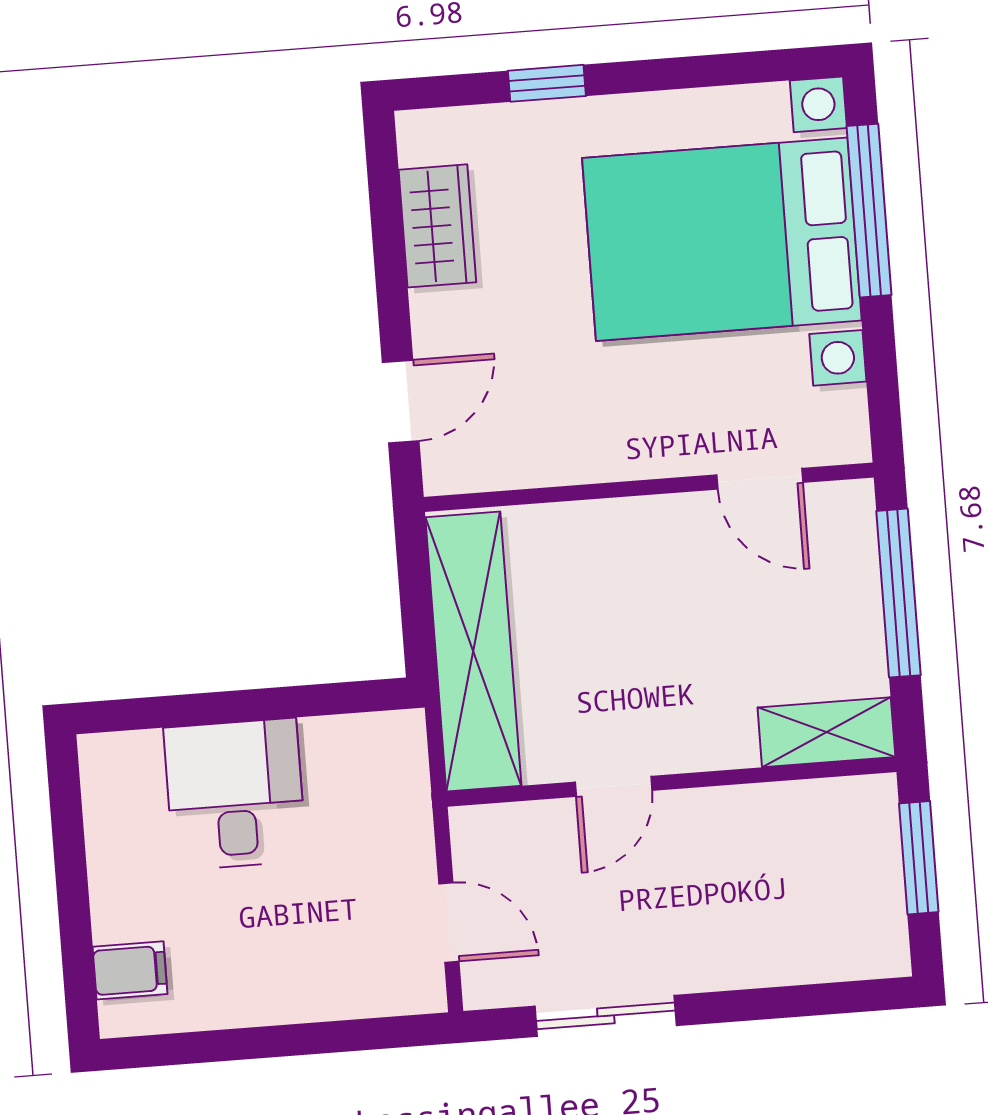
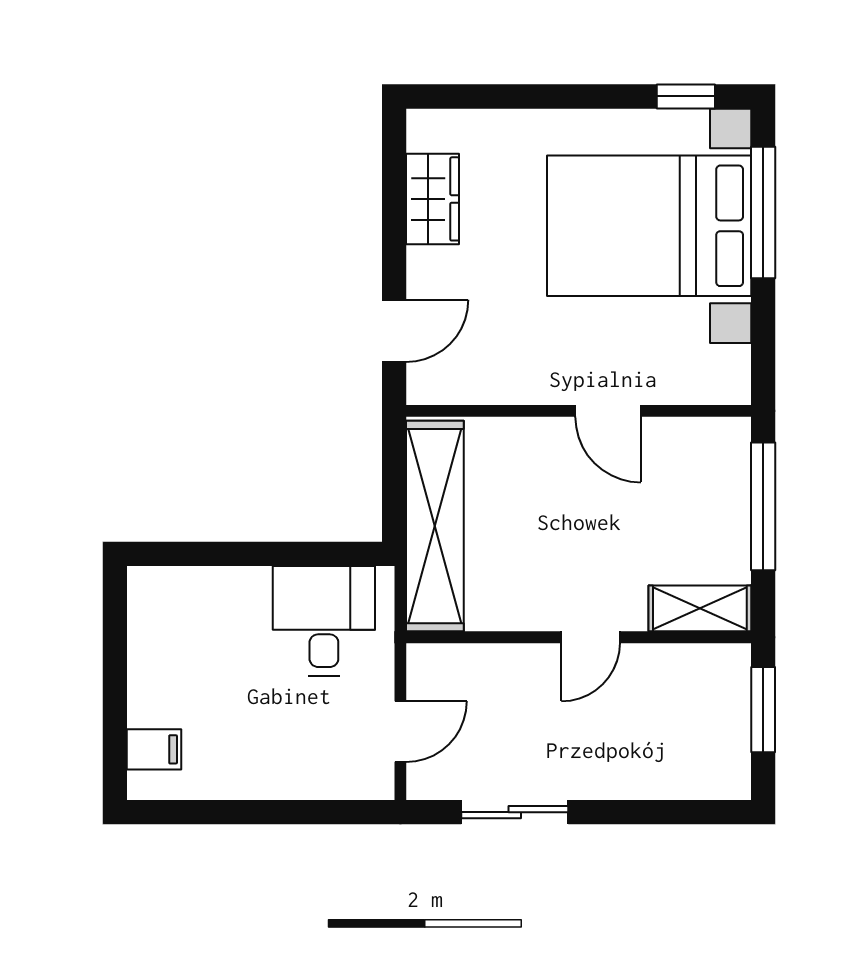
window: (547, 83) -> (686, 96), moved
door: (760, 479) -> (608, 411), moved
door: (614, 786) -> (591, 637), moved
desk: (235, 794) -> (324, 621), moved
door: (449, 922) -> (400, 732), hinge flipped

